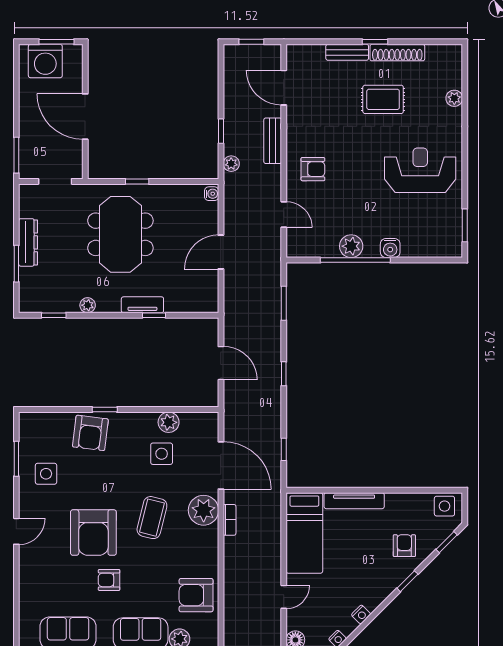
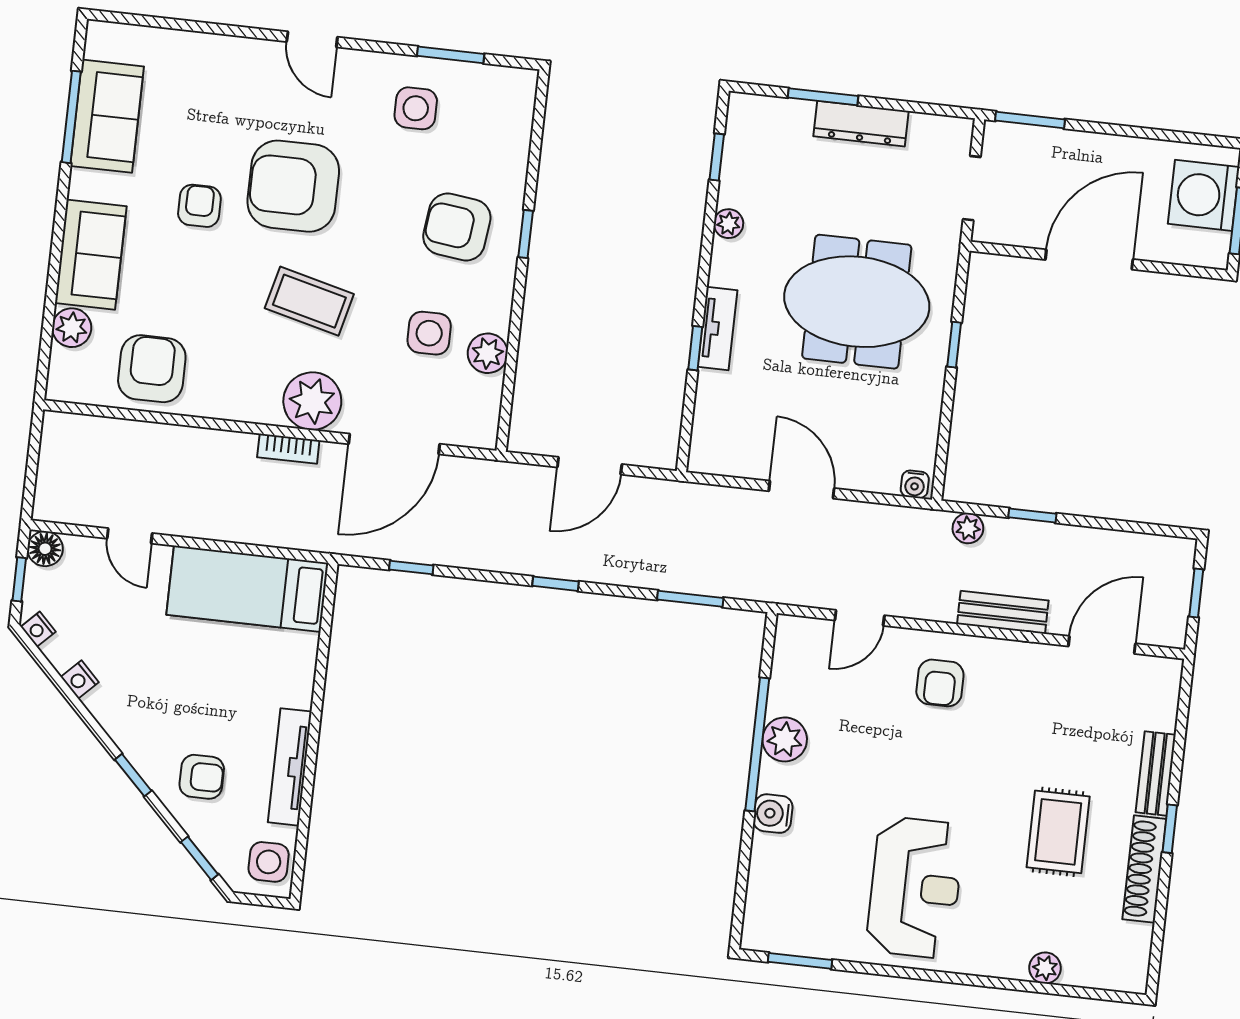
armchair: (90, 433) -> (457, 227), moved
tv unit: (354, 501) -> (290, 767), moved

